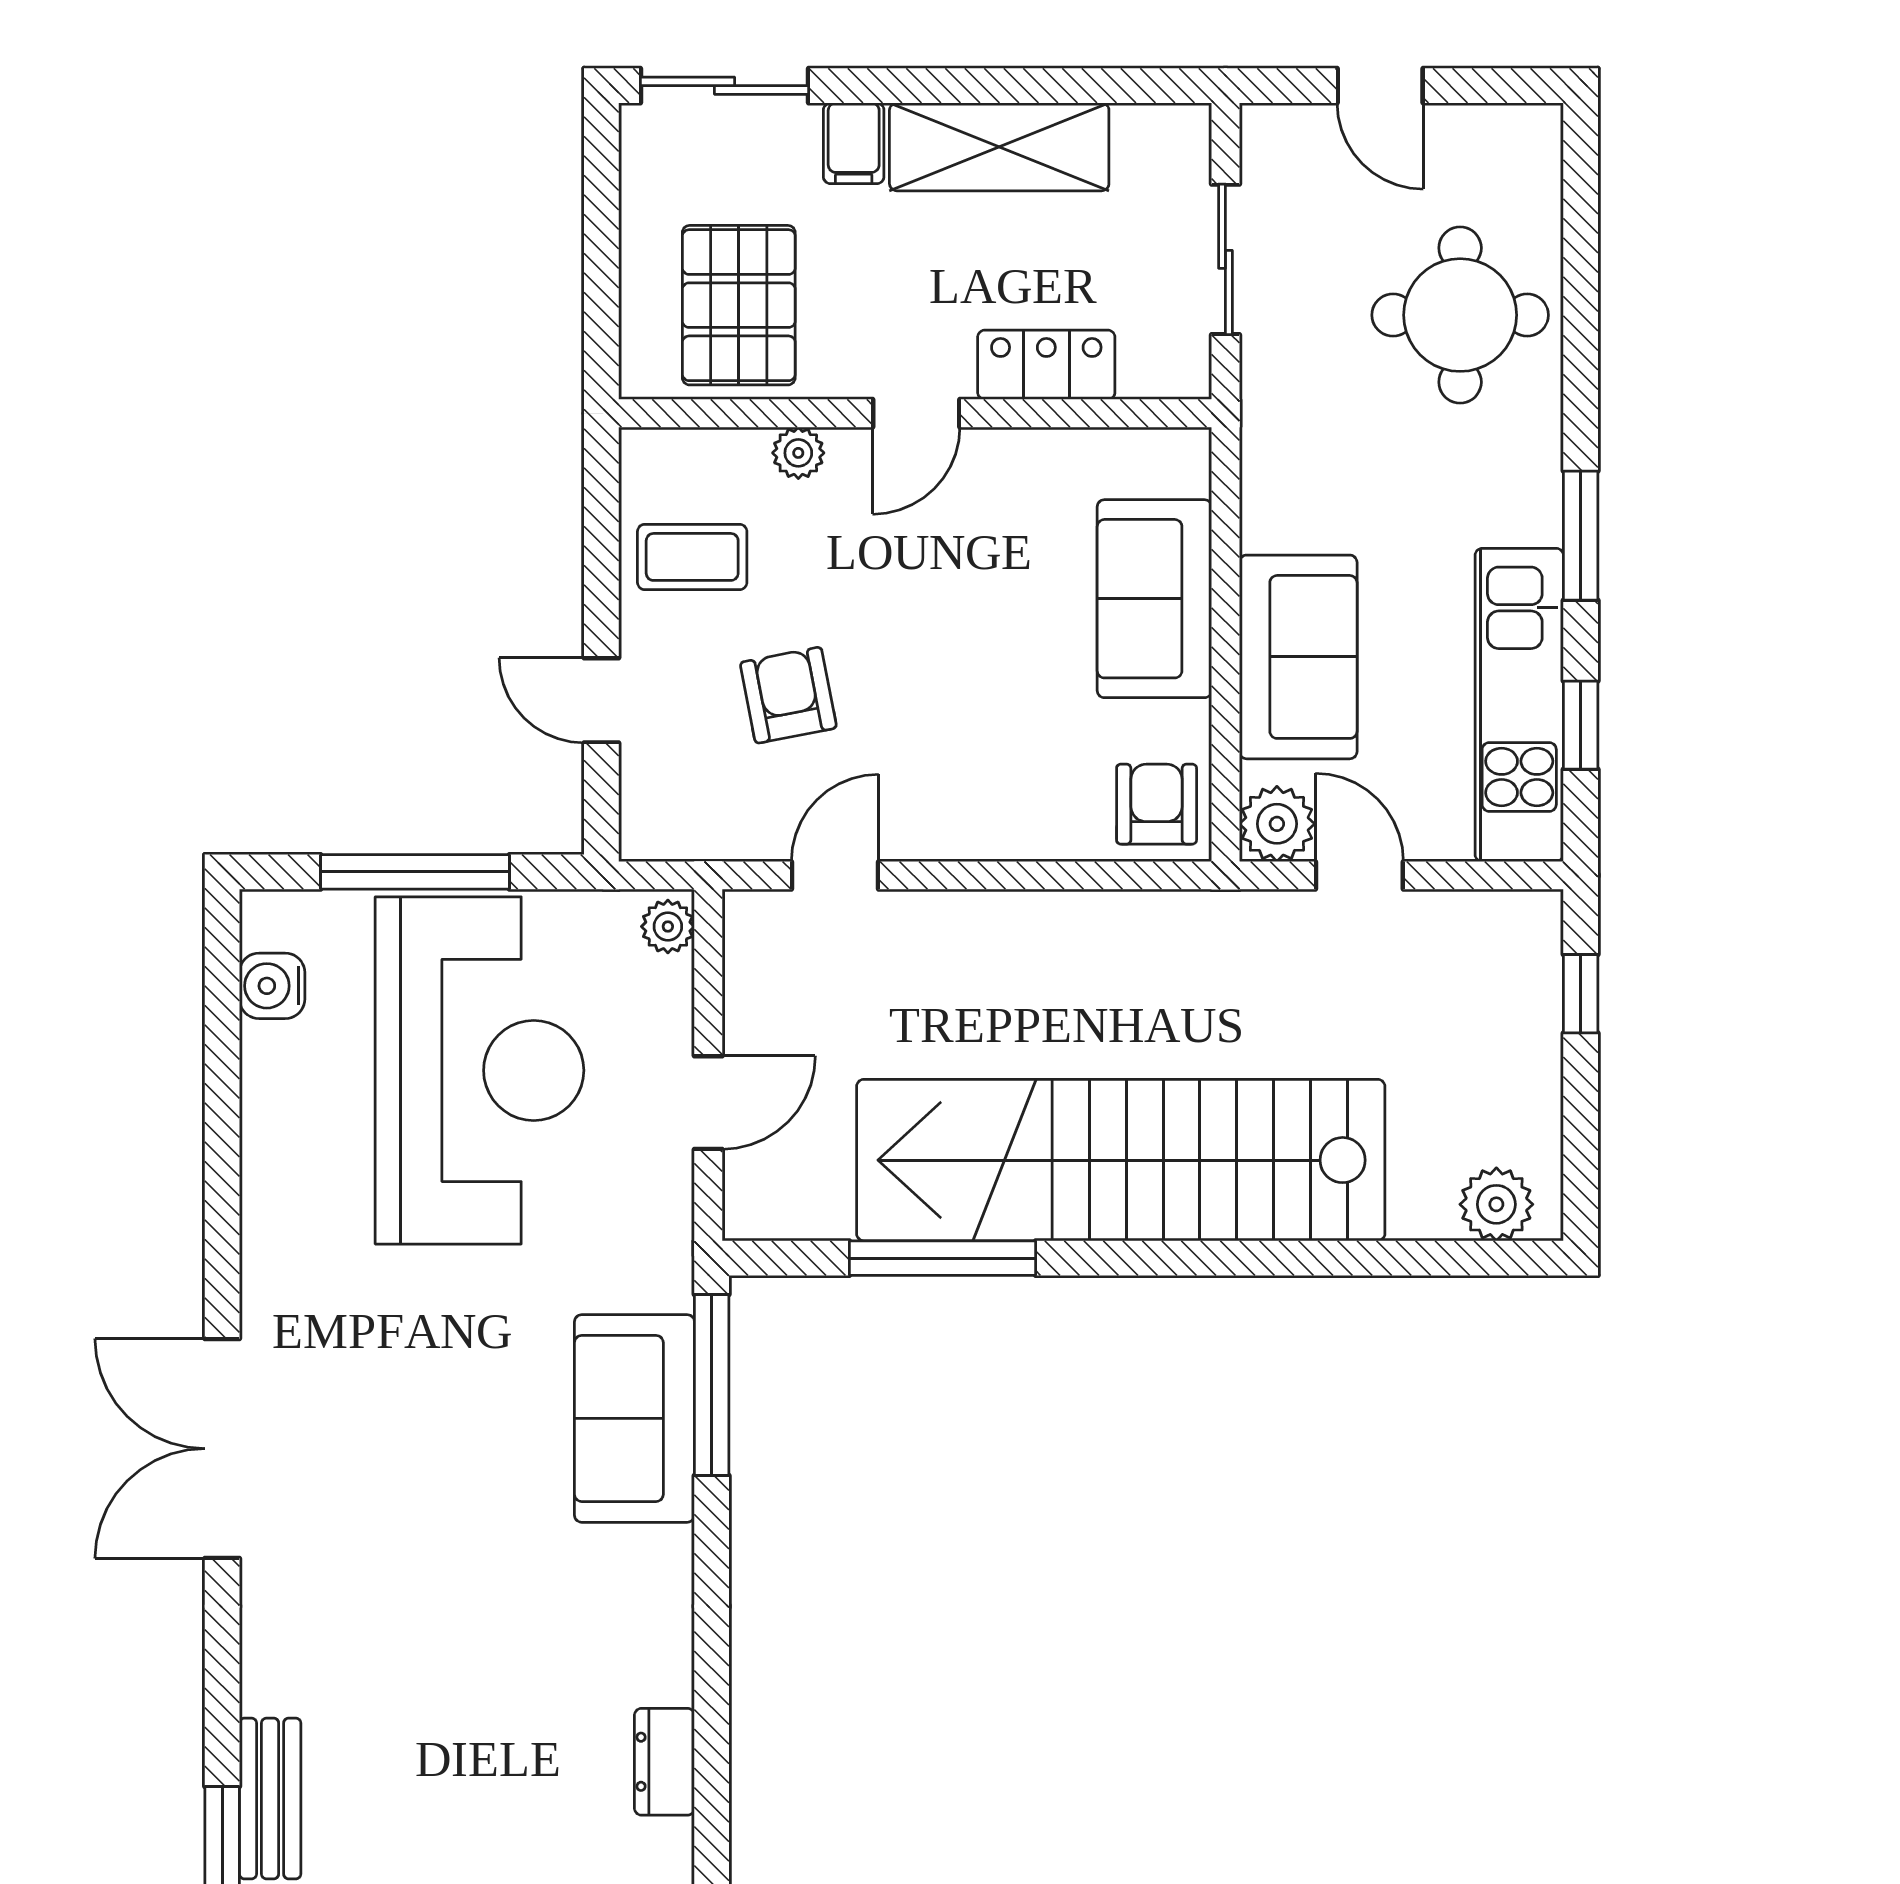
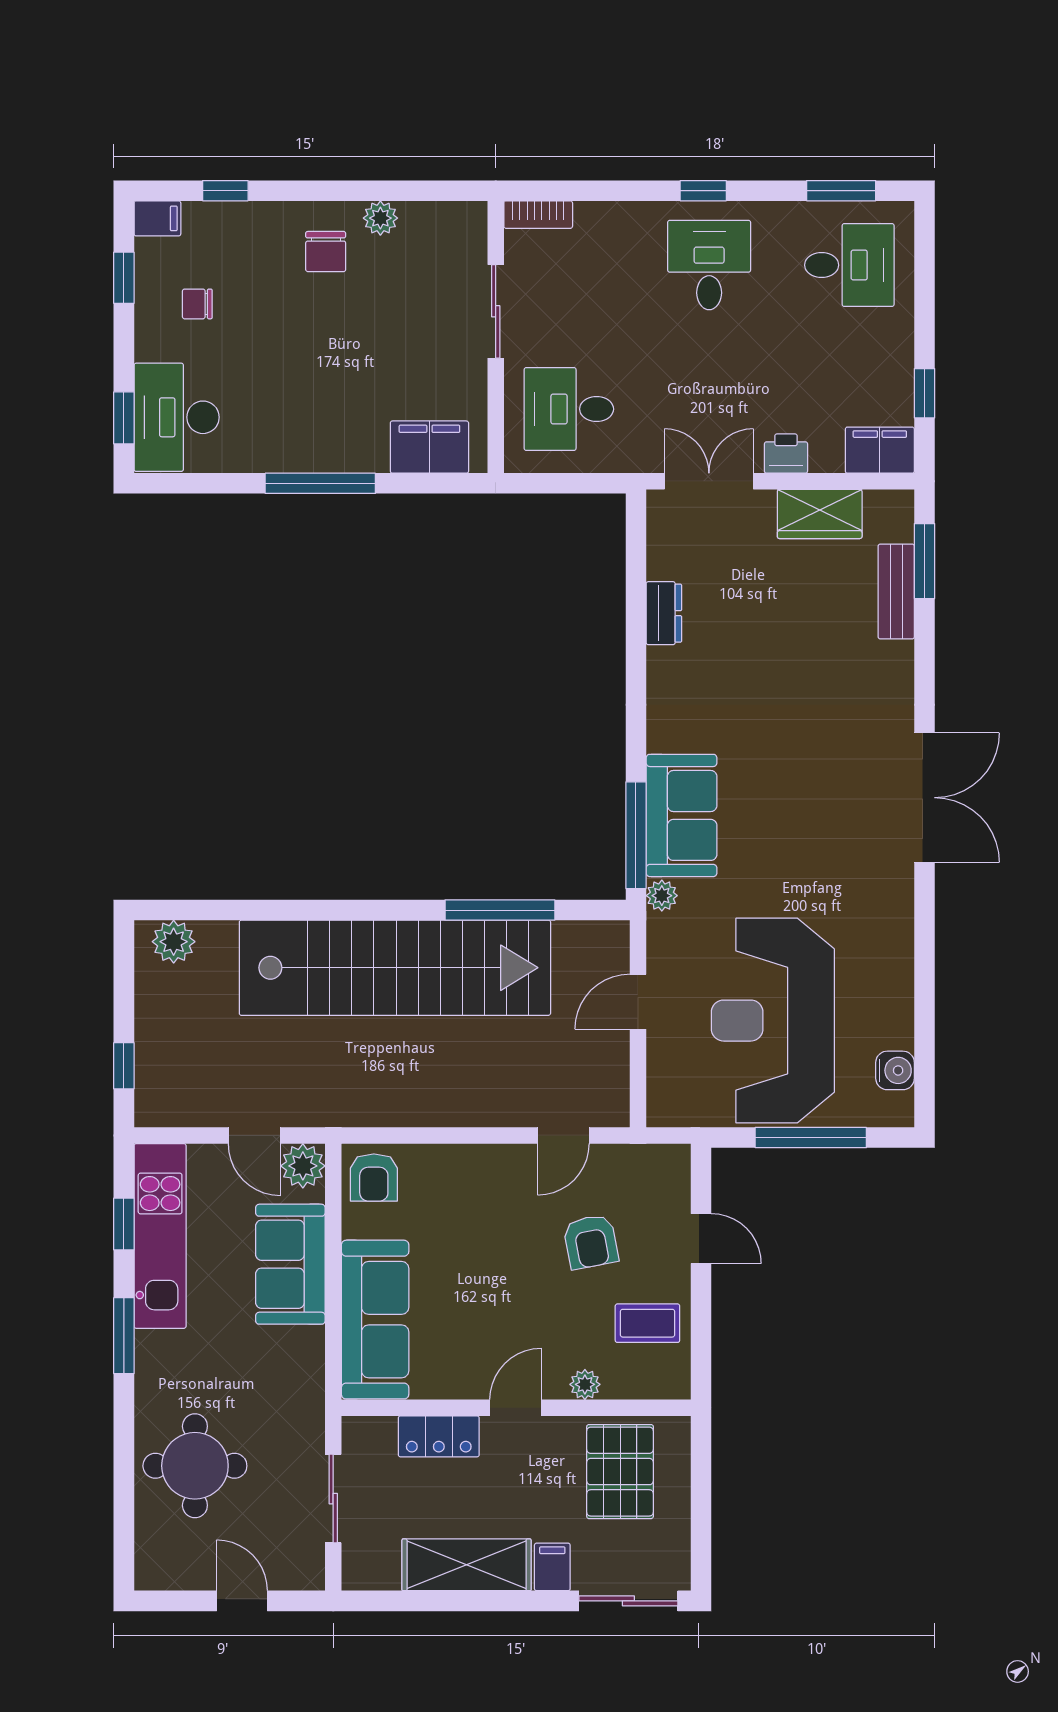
sofa: (1154, 599) -> (375, 1320), width x1.36
plant: (668, 927) -> (662, 896), moved

